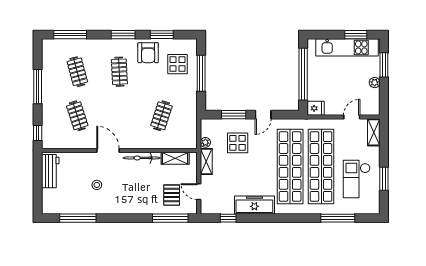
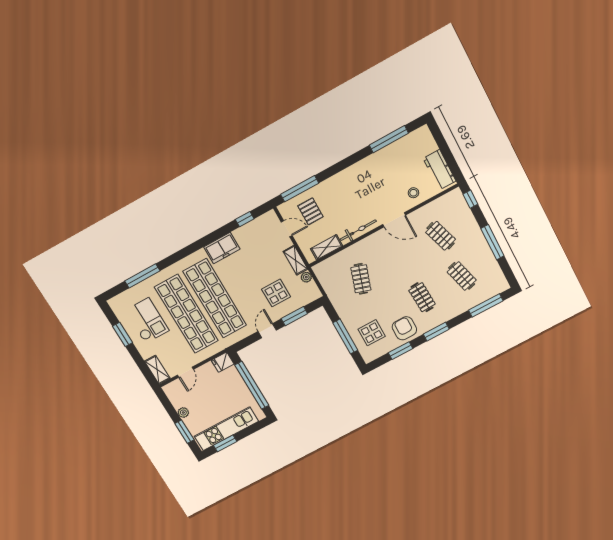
stool: (97, 185) -> (413, 193), moved
freezer: (254, 205) -> (222, 248), width x0.71

